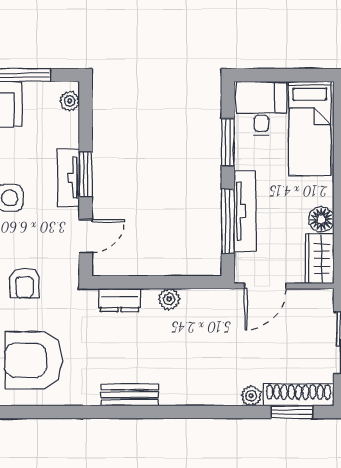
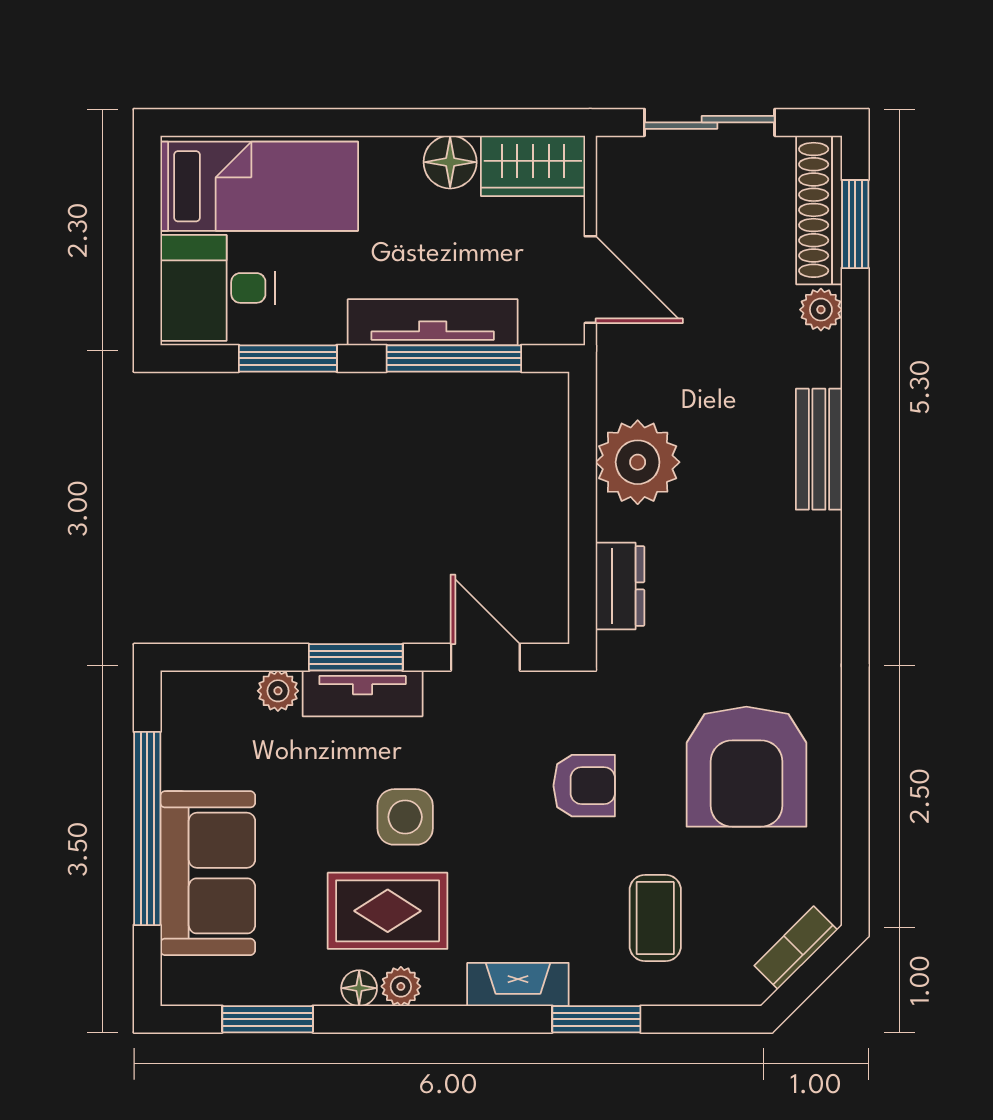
plant: (70, 101) -> (278, 691), moved
plant: (169, 299) -> (638, 462), width x1.88, depth x1.88
bench: (130, 395) -> (819, 449), moved

